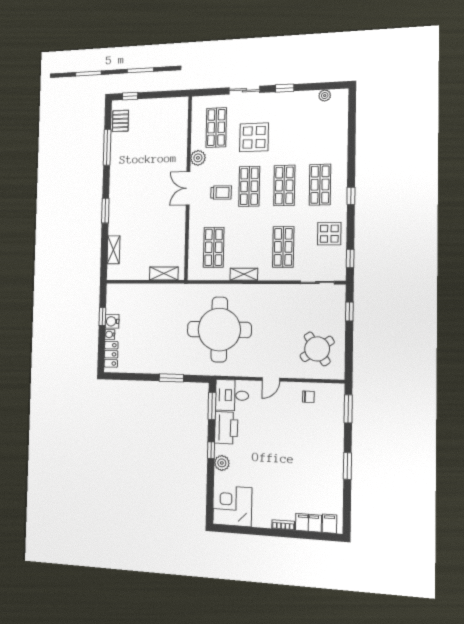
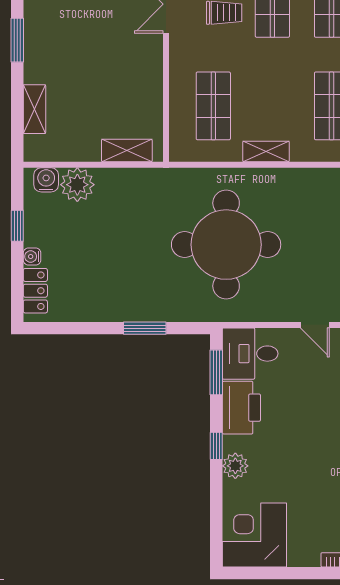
plant: (136, 293) -> (77, 185), added
water cooler: (112, 321) -> (46, 180), moved, turned 90
door: (271, 379) -> (315, 325), hinge flipped

